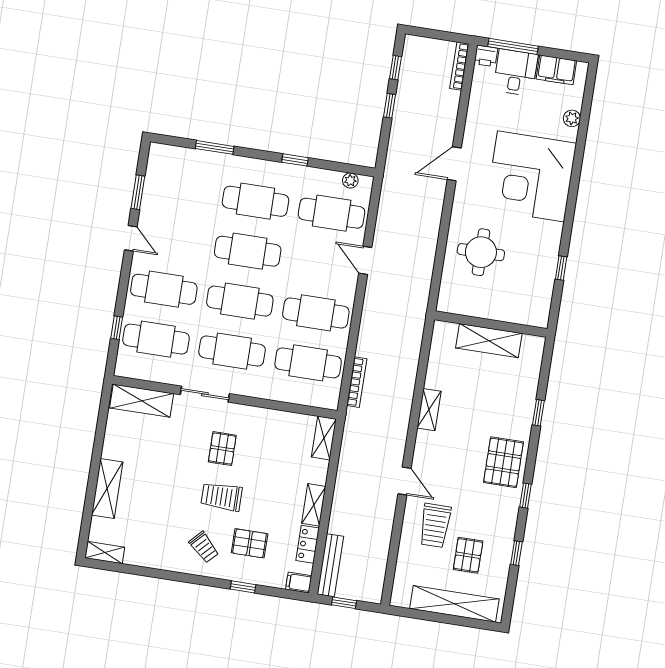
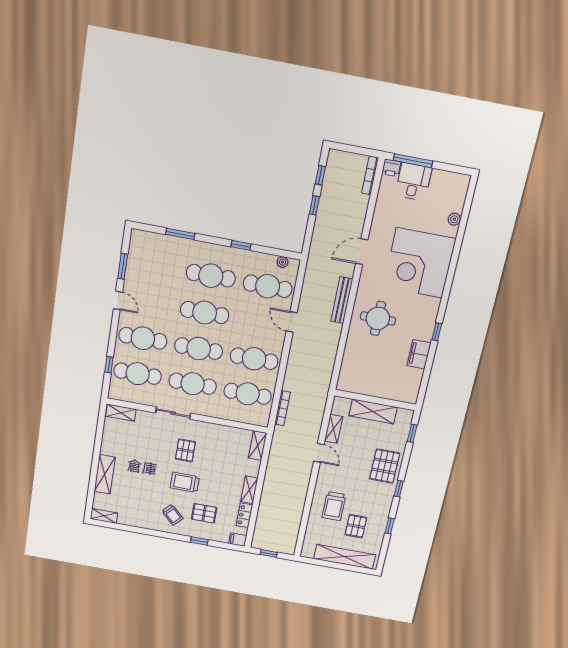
filing cabinet: (556, 70) -> (419, 354), moved, turned 90
wall: (491, 324) -> (375, 400), moved
shelving: (489, 341) -> (373, 411), moved
shelving: (142, 401) -> (121, 413), width x0.67, depth x0.75
door: (405, 481) -> (319, 453), moved
bench: (330, 565) -> (342, 300), moved

